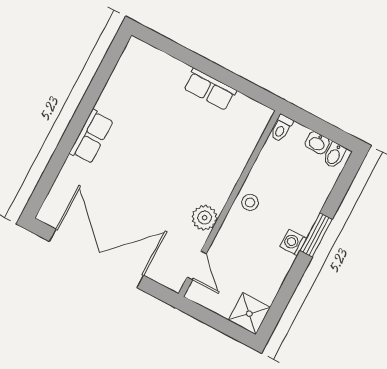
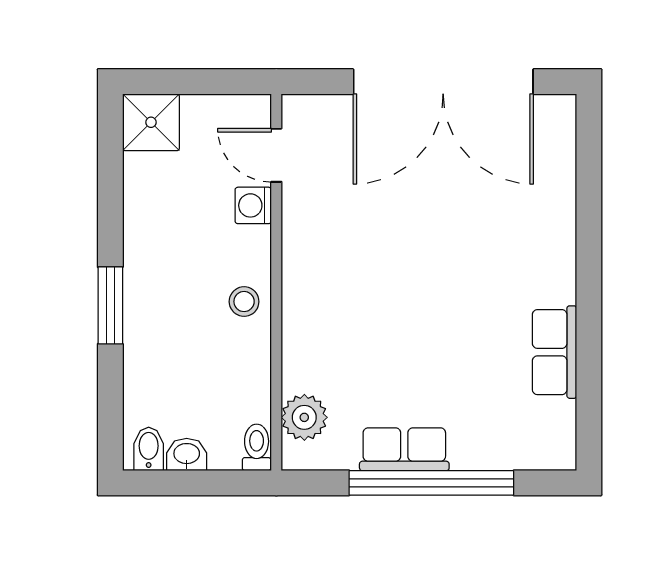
window: (205, 66) -> (431, 483), added
row of seats: (91, 137) -> (555, 352), moved
plant: (205, 218) -> (304, 417), moved
washing machine: (293, 243) -> (253, 205), moved, turned 180

